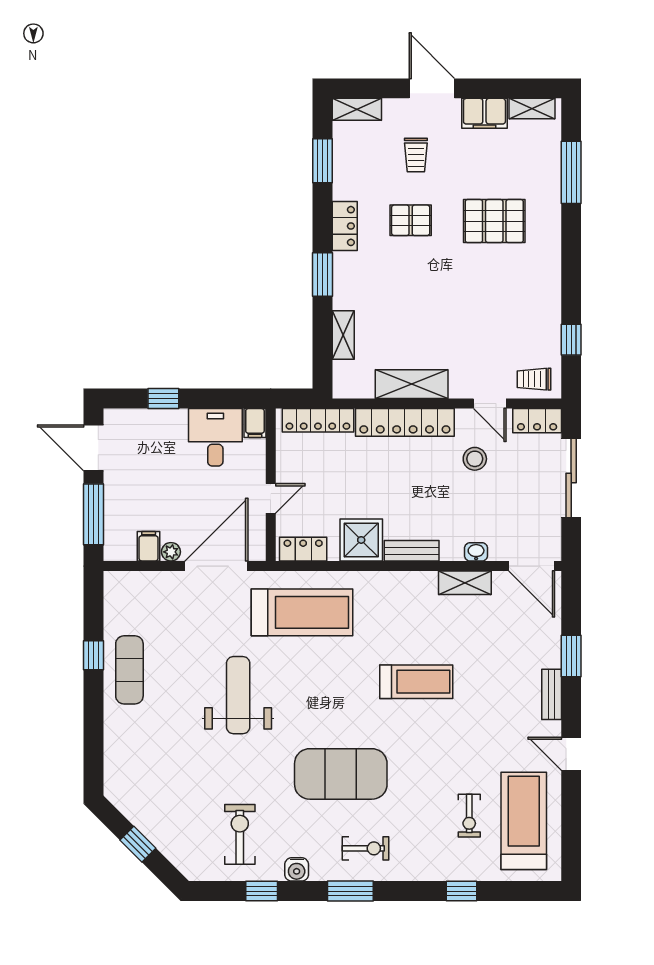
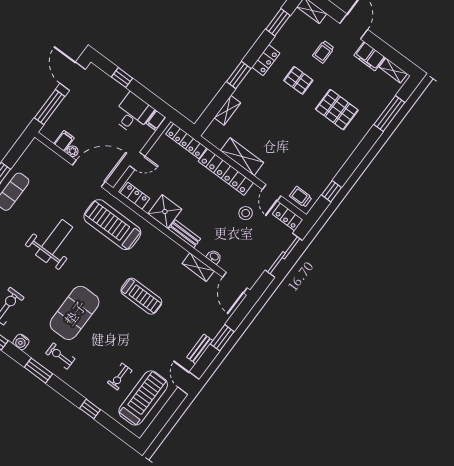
treadmill: (302, 612) -> (112, 225), turned 180
exercise mat: (341, 774) -> (75, 313), turned 90
exercise bike: (366, 848) -> (60, 356), turned 180

